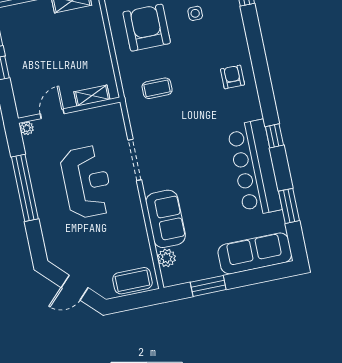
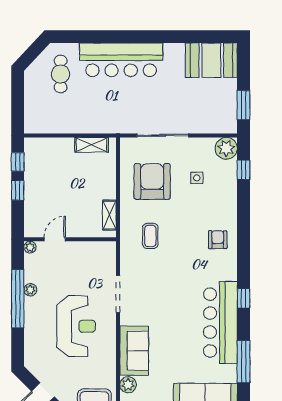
coffee table: (157, 88) -> (150, 236), turned 90
shelving: (92, 96) -> (109, 215), moved, turned 90
plant: (37, 175) -> (30, 290), added
reception desk: (87, 182) -> (76, 326), moved
window: (289, 206) -> (244, 362), width x1.44

